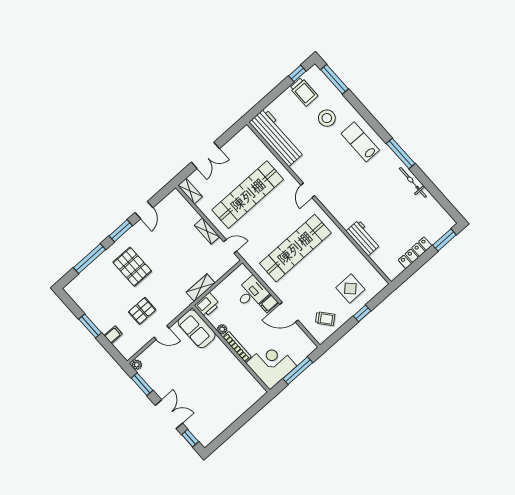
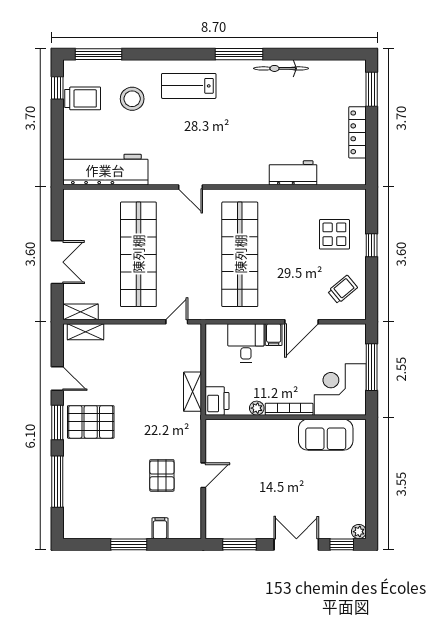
shelving: (207, 231) -> (85, 332), moved
pallet: (132, 267) -> (91, 422), moved
sofa: (197, 329) -> (326, 435), moved
plant: (137, 365) -> (359, 532), moved

